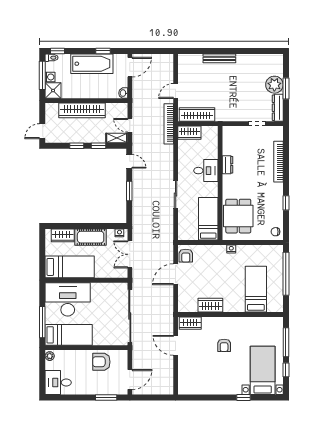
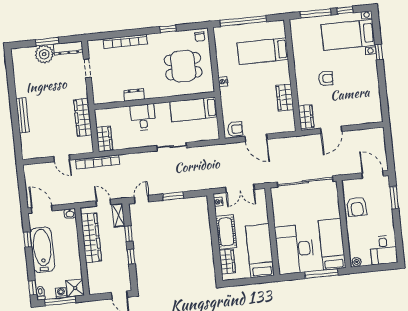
wardrobe: (82, 110) -> (91, 238), moved
wardrobe: (197, 114) -> (83, 117), moved
door: (130, 125) -> (103, 203), swing flipped
dining table: (238, 216) -> (183, 66), moved

